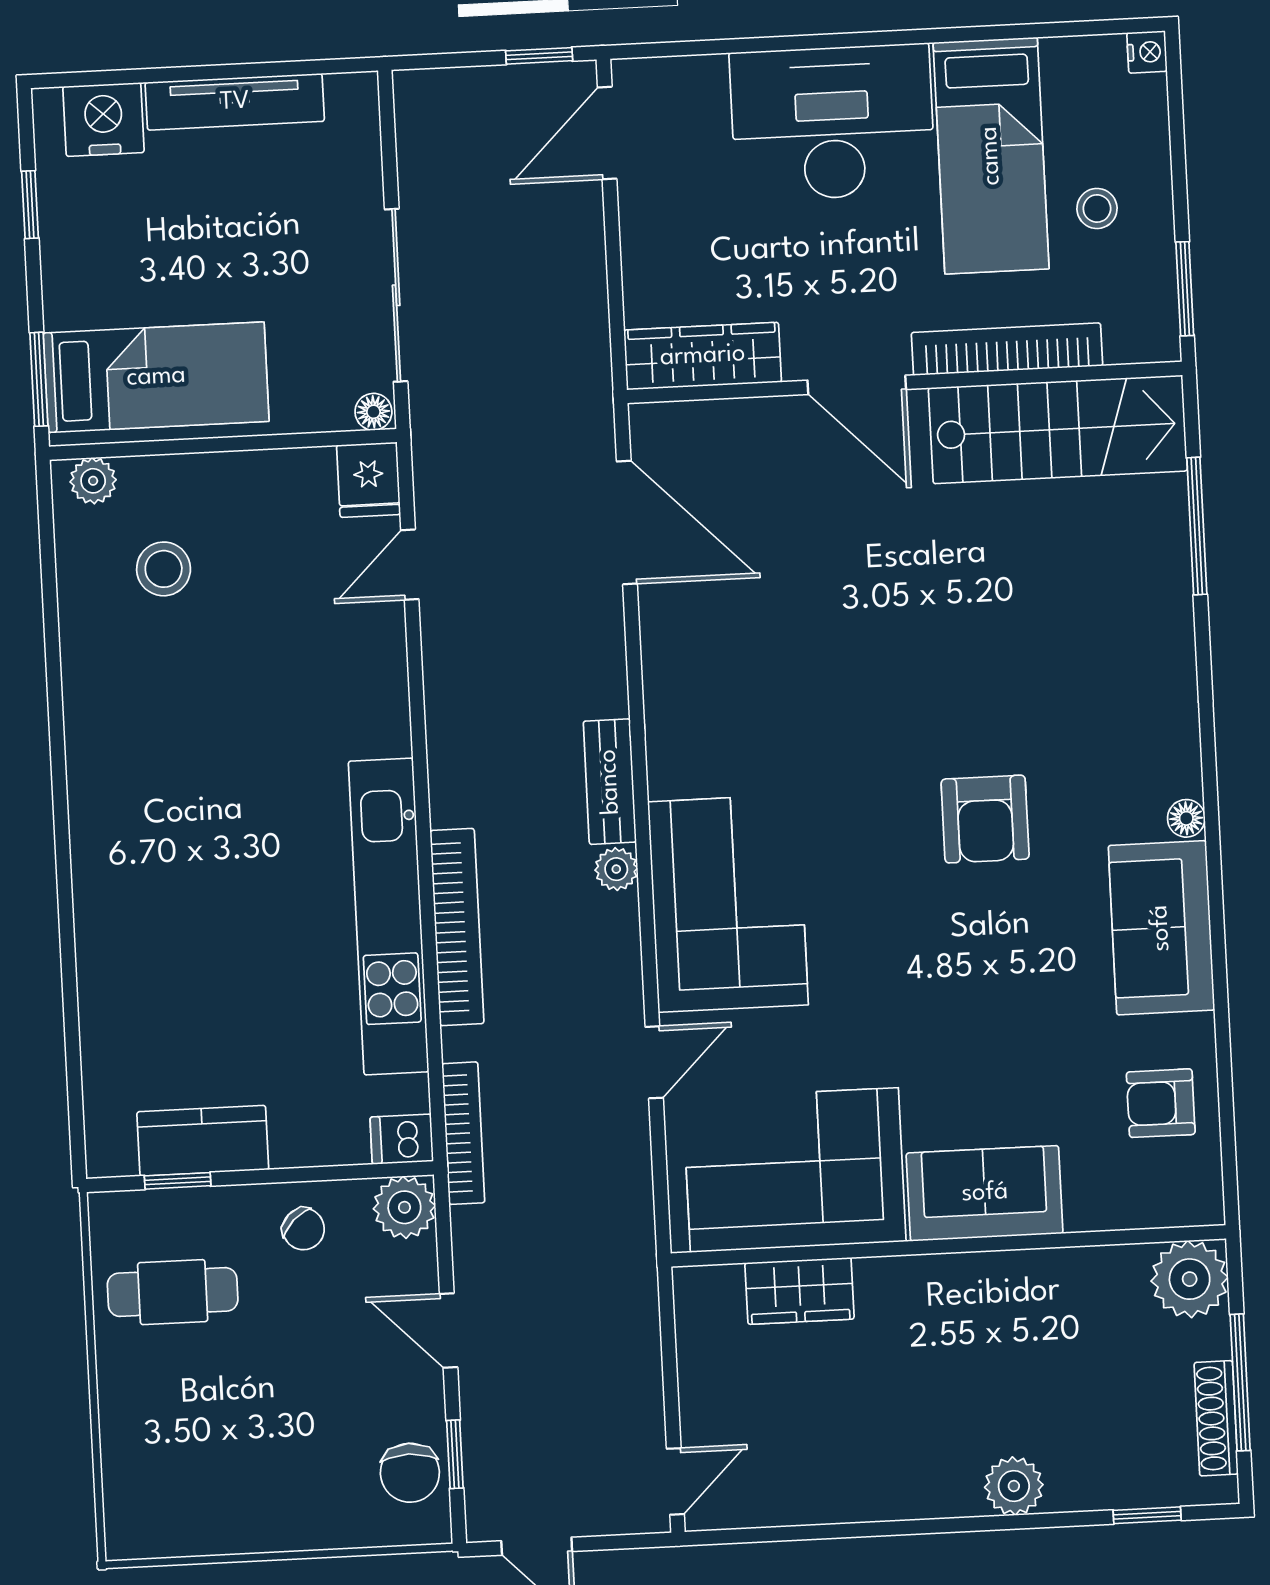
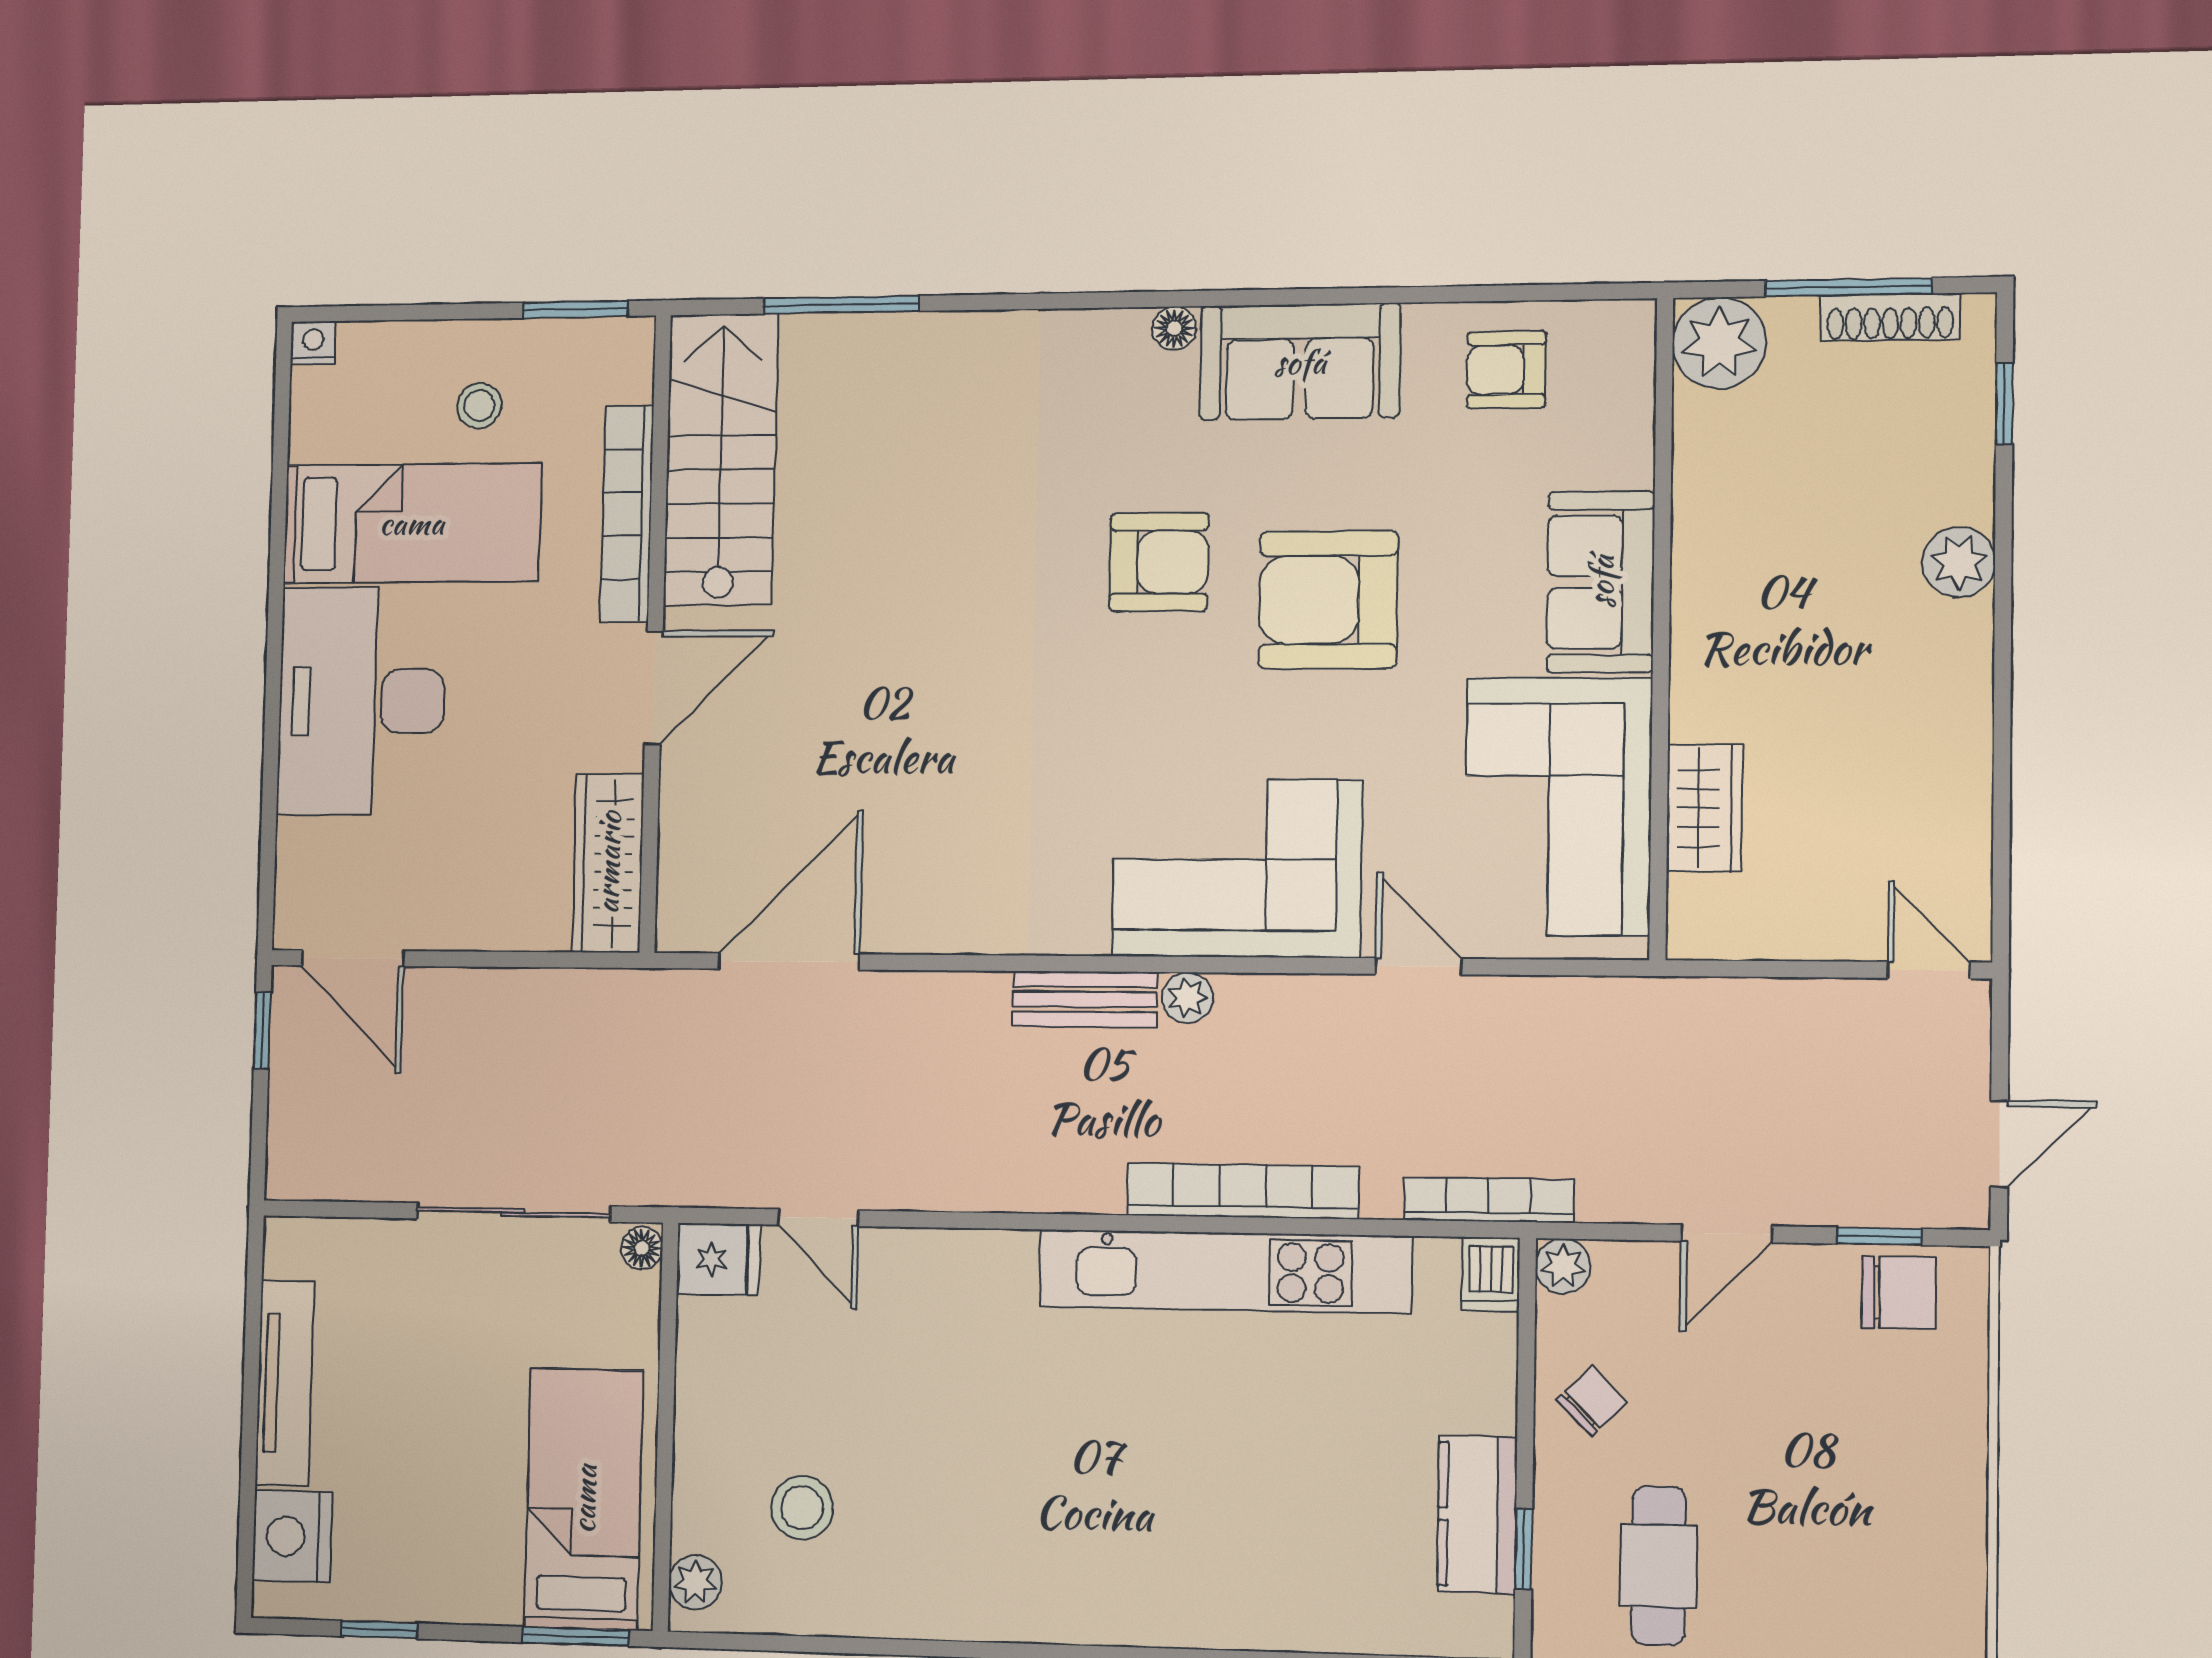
armchair: (959, 966) -> (1328, 600), added
armchair: (1161, 1103) -> (1506, 370), turned 90
plant: (404, 1207) -> (1563, 1266), width x0.73, depth x0.73

